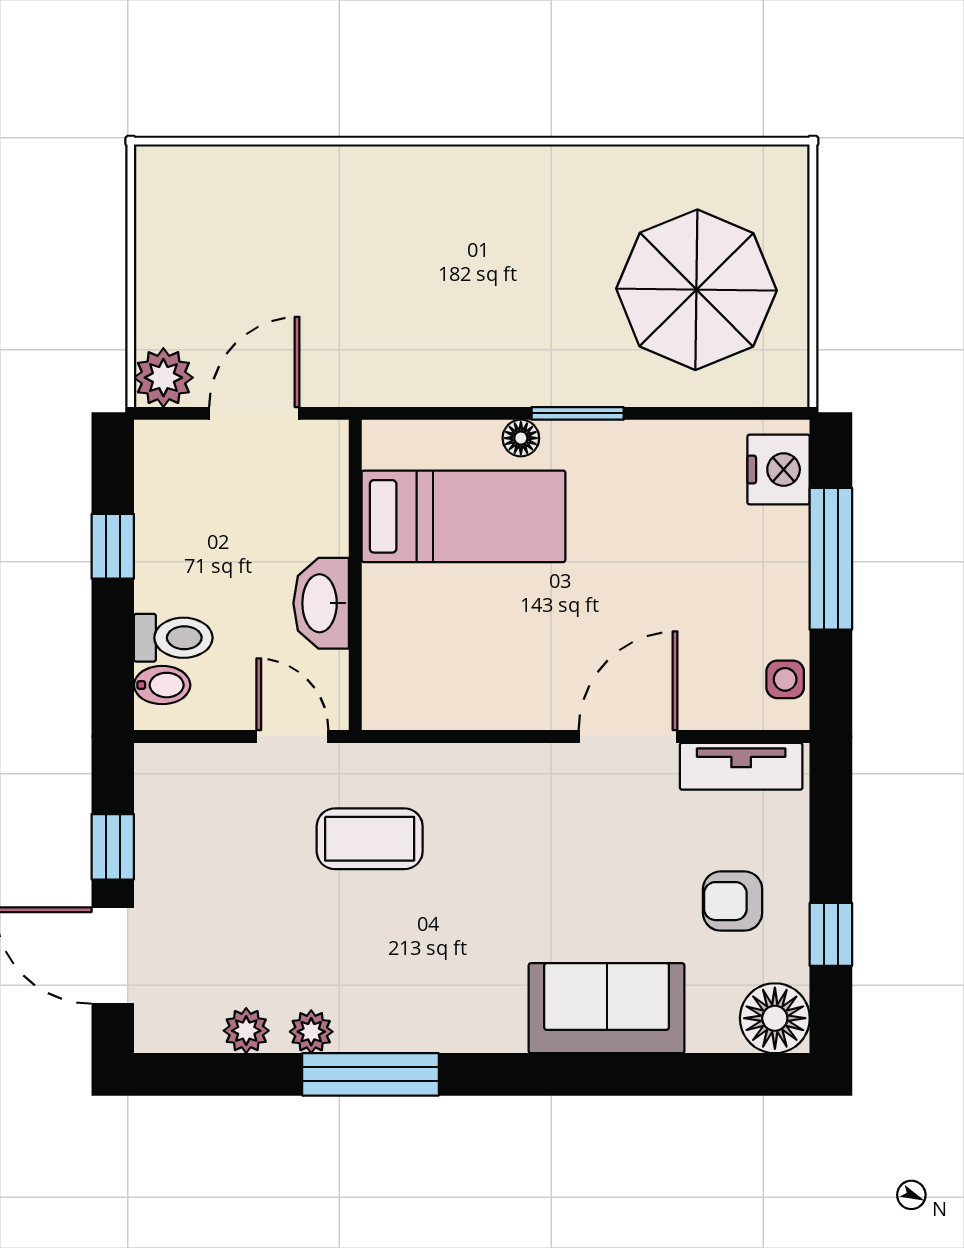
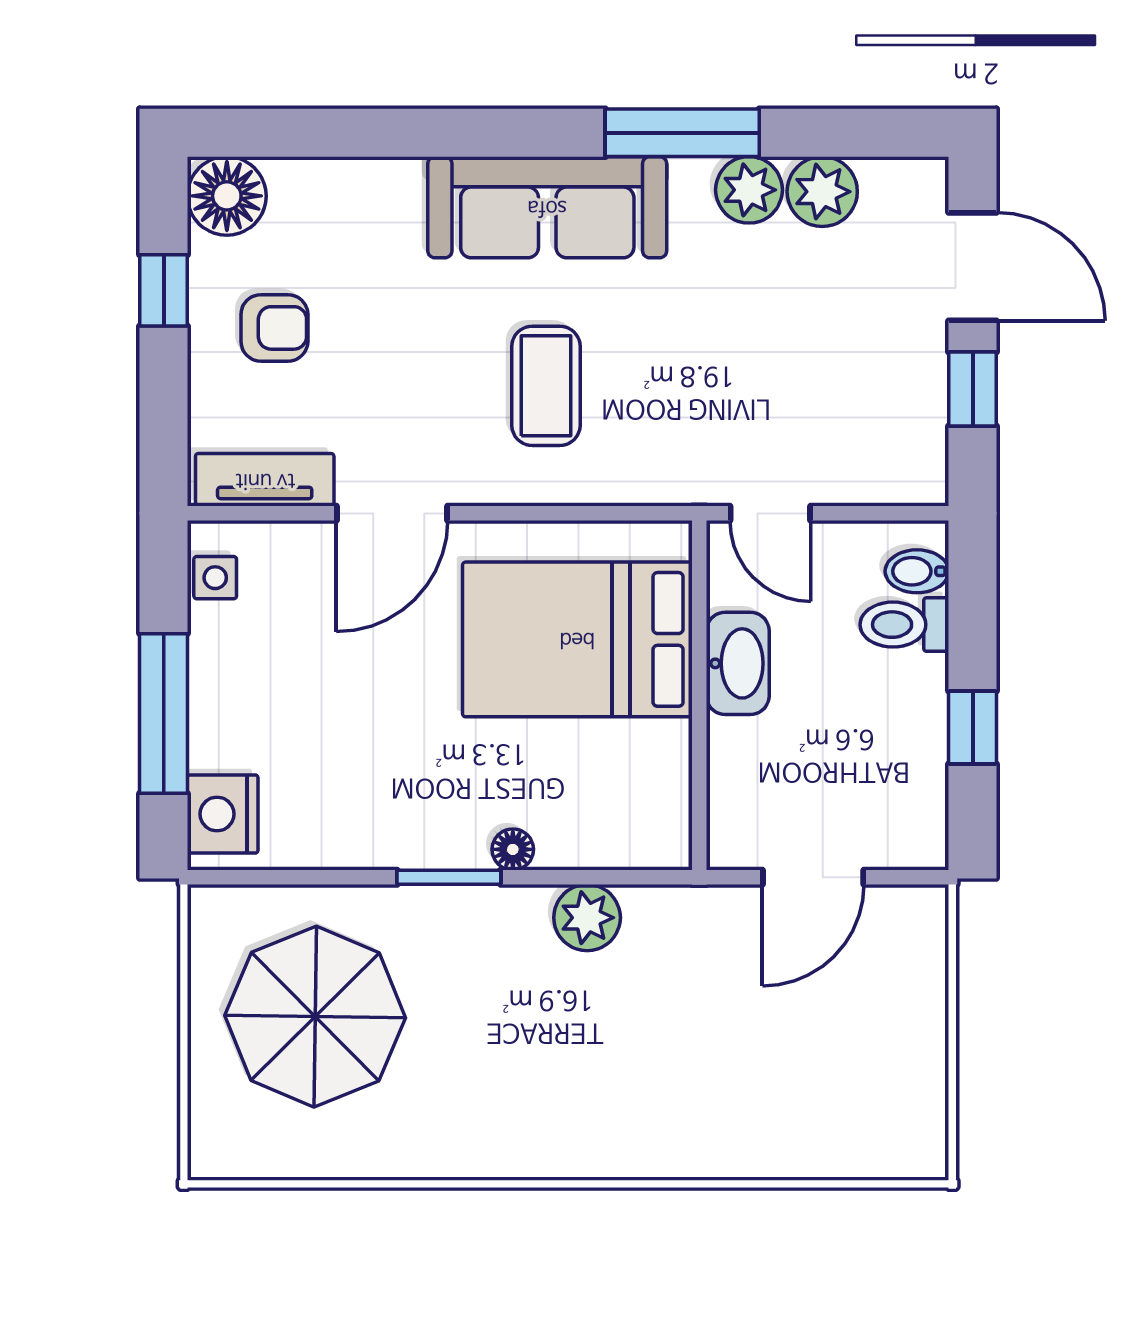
plant: (163, 378) -> (587, 918), moved
bed: (464, 516) -> (577, 639), moved, width x1.50
coffee table: (370, 839) -> (546, 386), moved, turned 90
sofa: (607, 1008) -> (547, 207), moved, width x1.36
plant: (246, 1031) -> (822, 192), width x1.38, depth x1.38
plant: (311, 1032) -> (749, 190), width x1.38, depth x1.38

